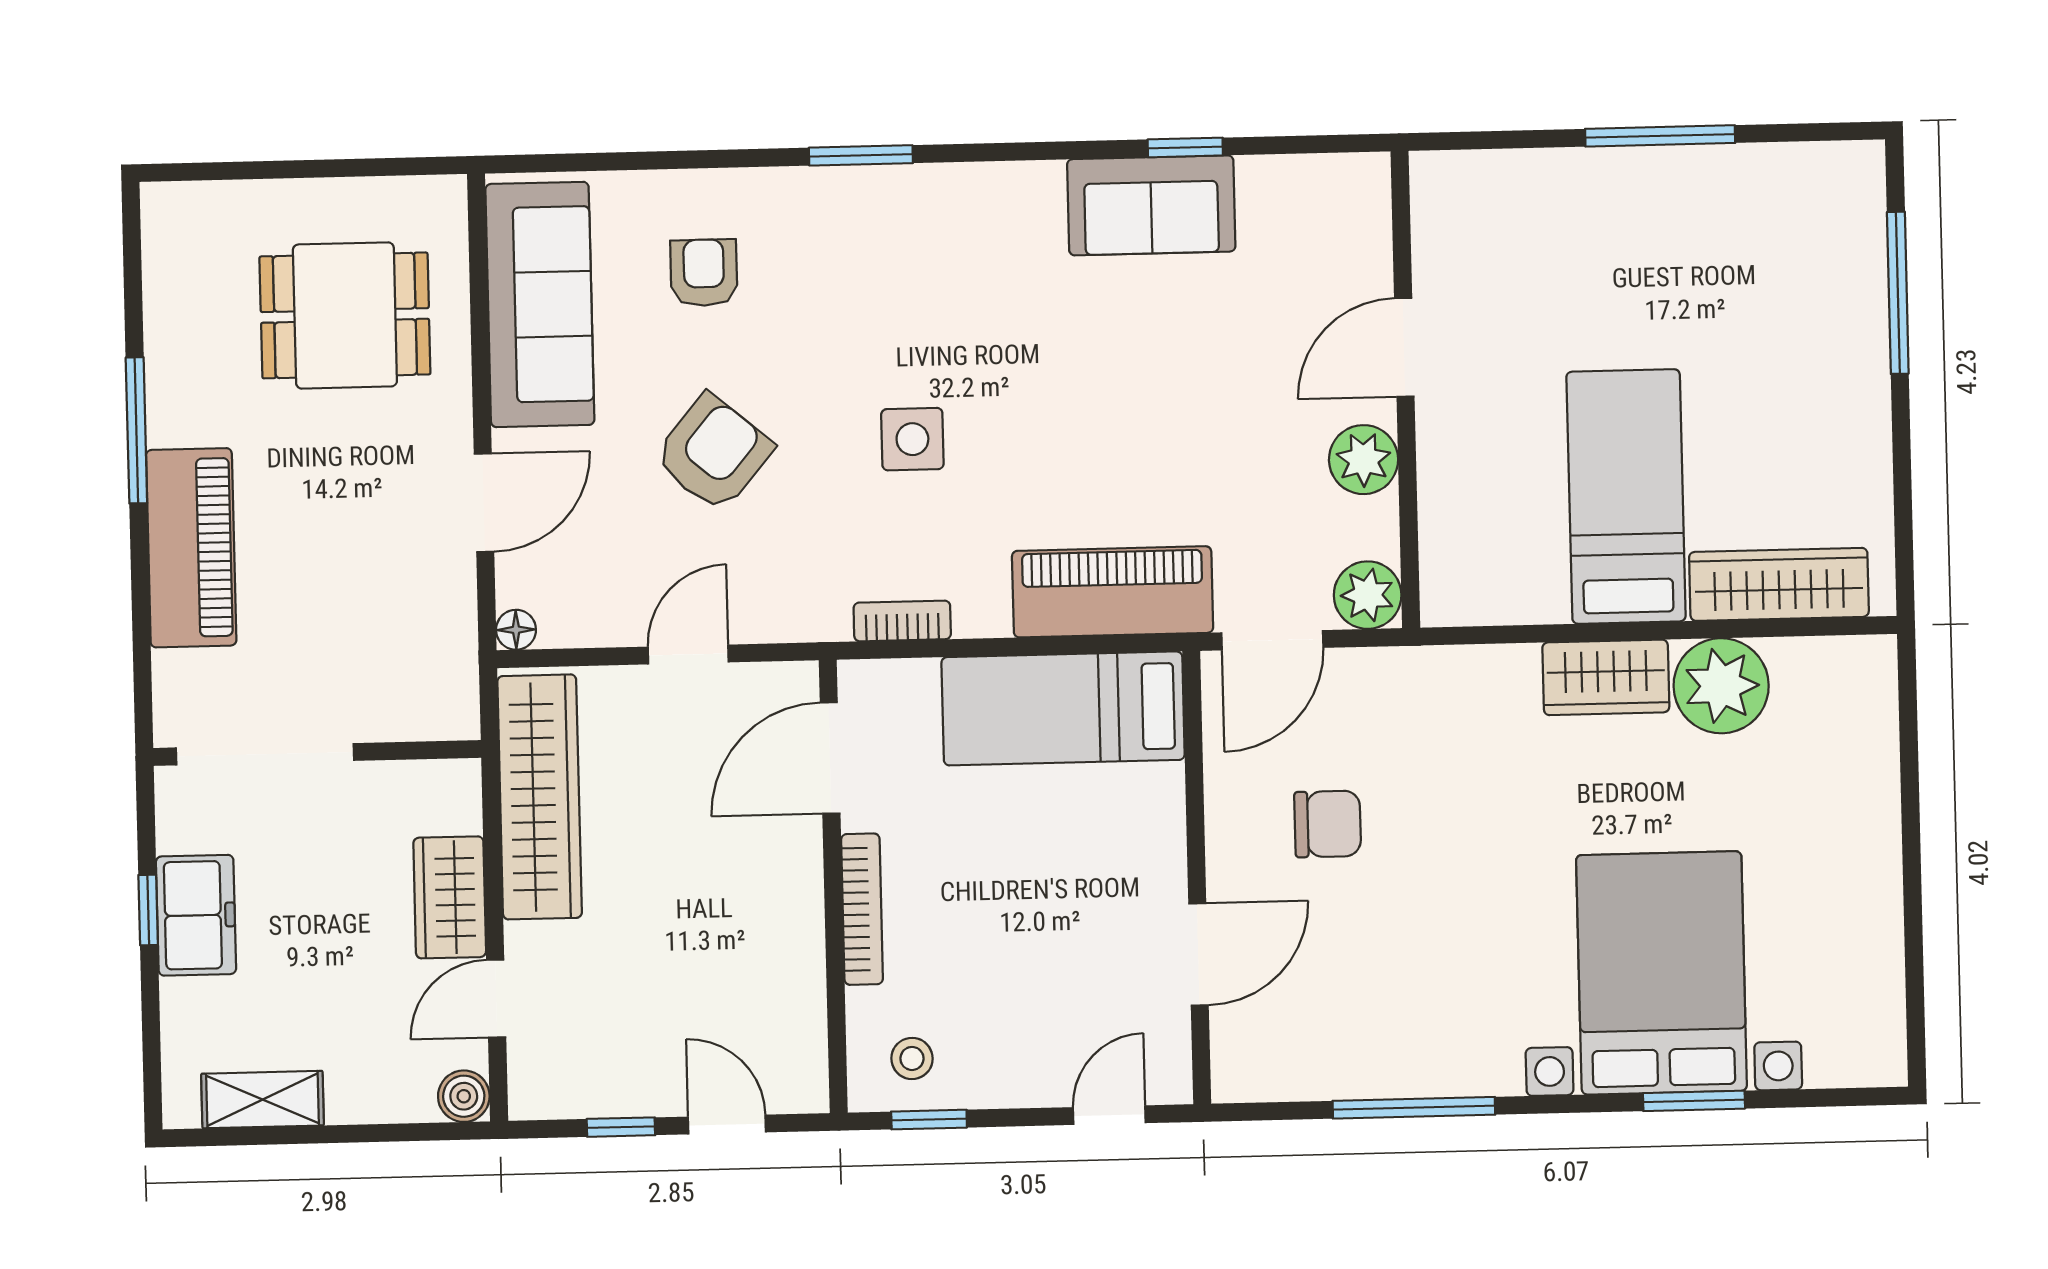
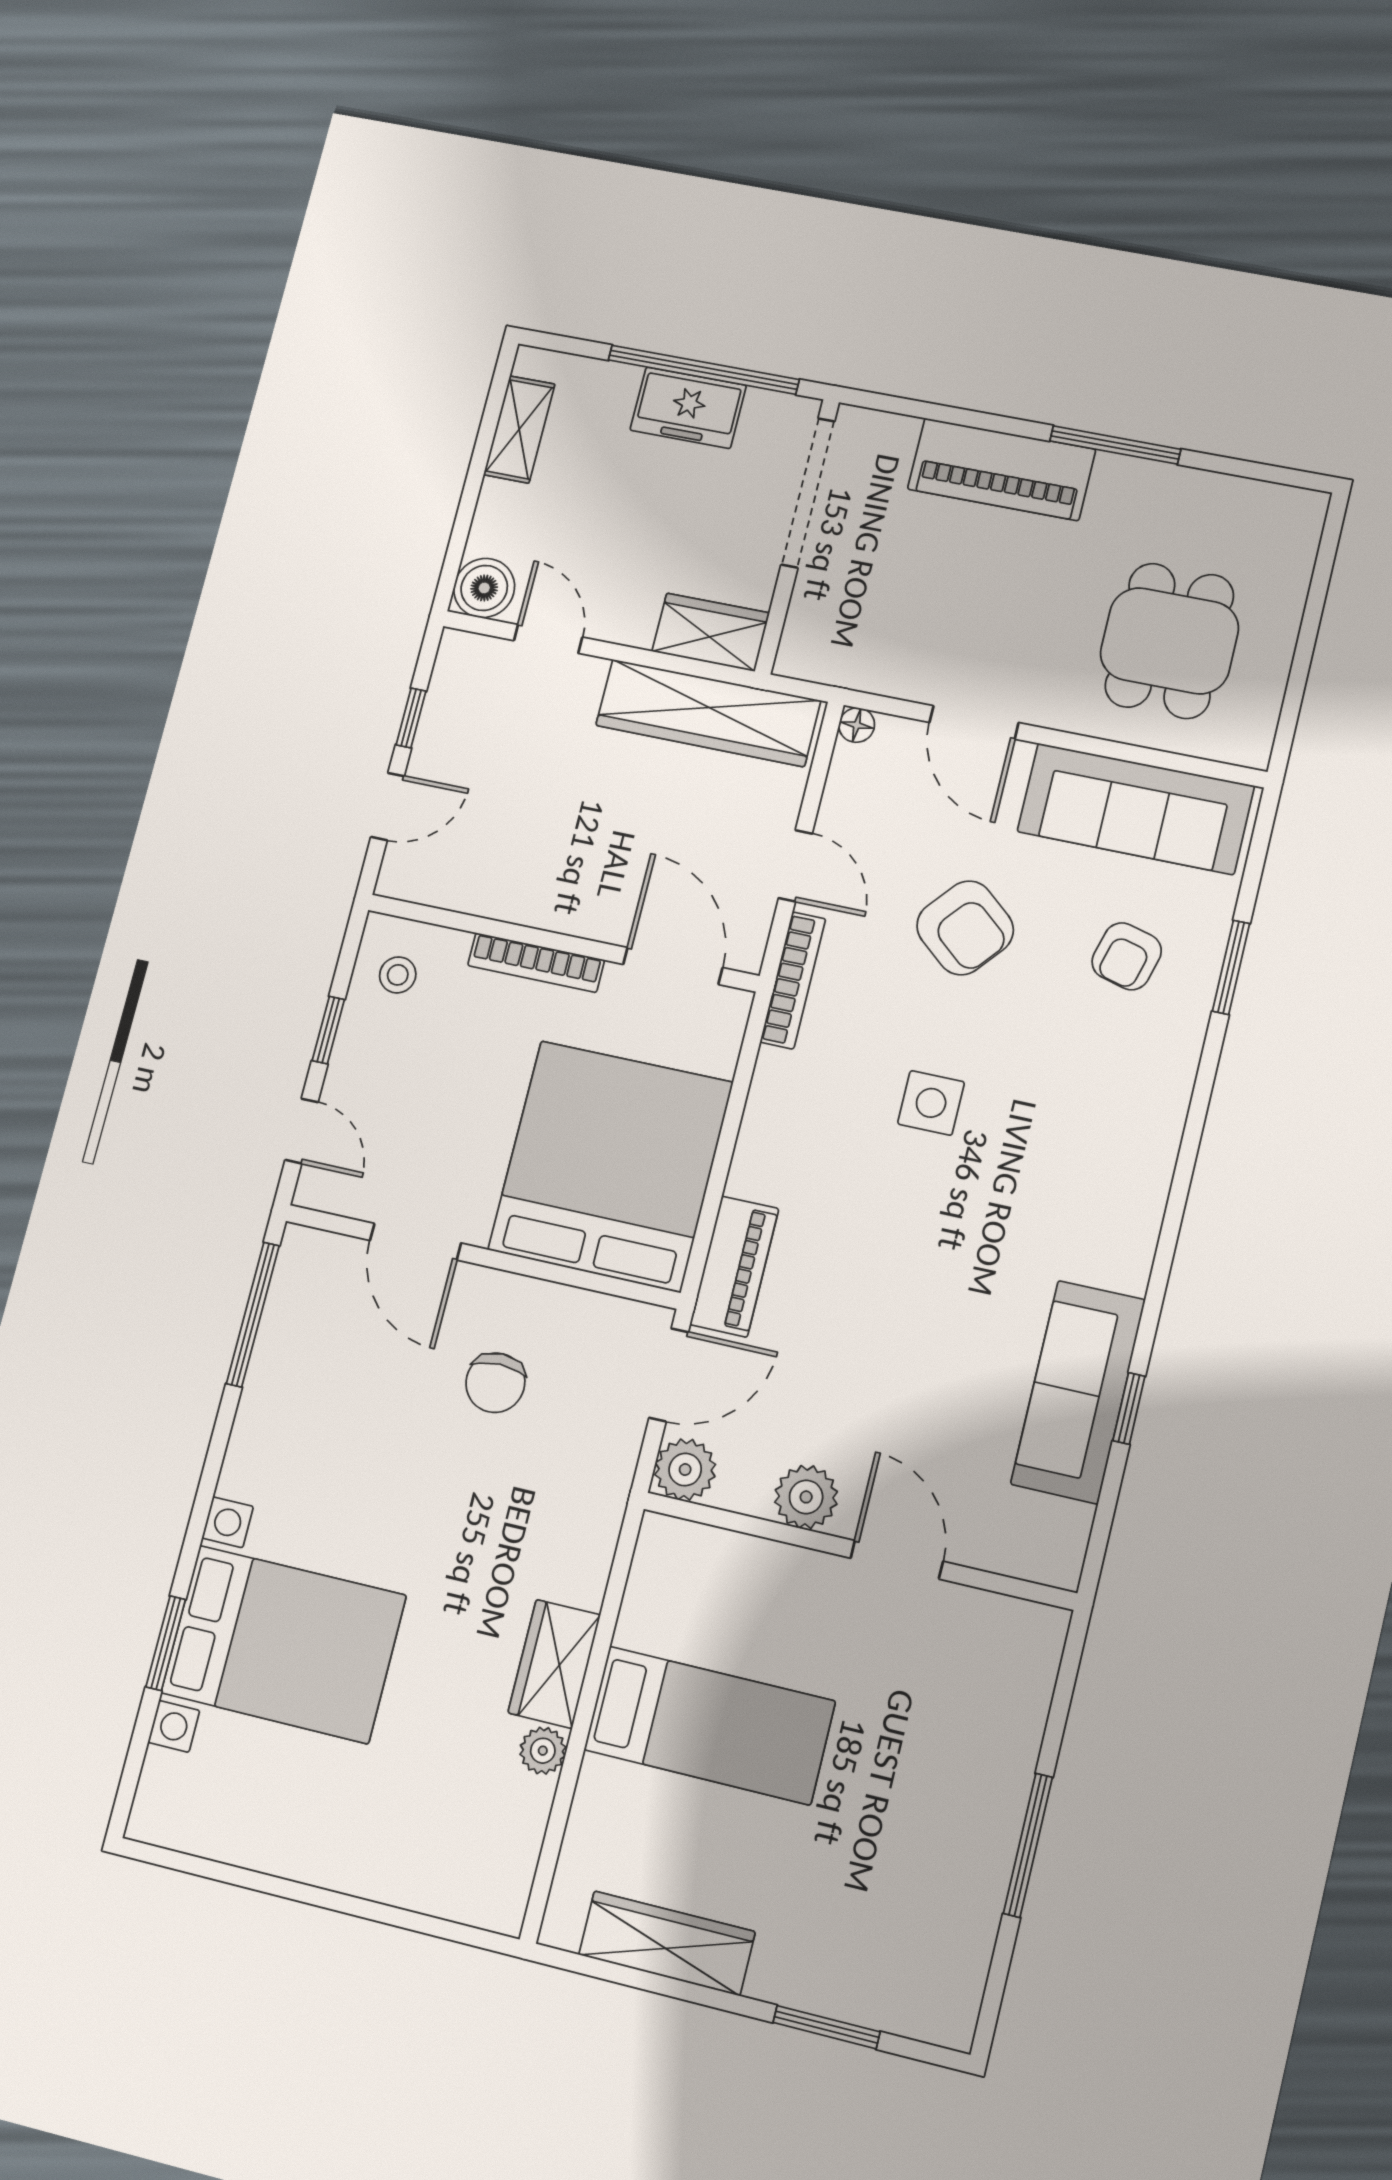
window: (861, 155) -> (1231, 967), moved
sofa: (1151, 205) -> (1078, 1392), width x1.36
armchair: (704, 273) -> (1127, 956), turned 105
window: (1898, 293) -> (826, 2027), width x0.69
wardrobe: (1779, 584) -> (667, 1943), moved, turned -90
piano: (1113, 592) -> (734, 1266), width x0.73, depth x0.75
bookcase: (902, 621) -> (793, 980), moved, width x1.56
door: (1272, 640) -> (669, 1375), swing flipped
plant: (1721, 686) -> (543, 1751), width x0.53, depth x0.53
bed: (1063, 708) -> (610, 1166), width x2.04
wardrobe: (450, 897) -> (711, 632), moved
window: (148, 910) -> (704, 370), width x3.17
boiler: (464, 1096) -> (484, 588), width x1.36, depth x1.36
window: (1414, 1108) -> (253, 1315), moved
window: (929, 1120) -> (328, 1030), moved

